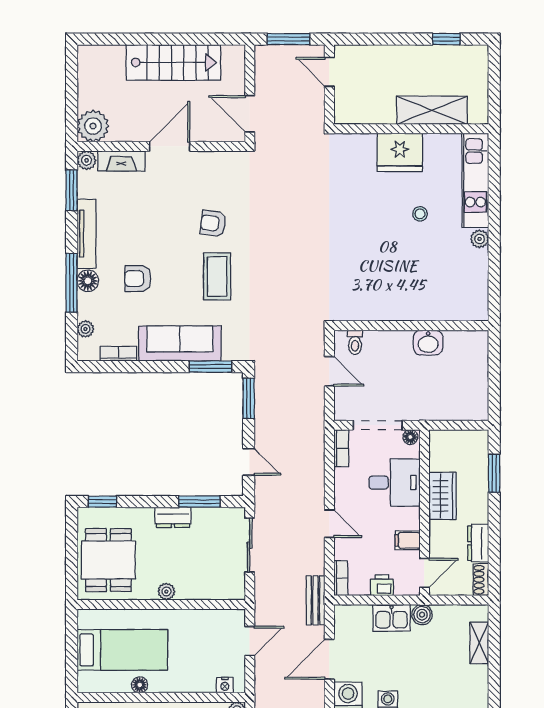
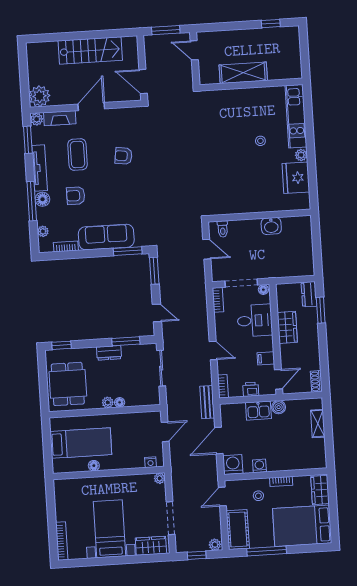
shelving: (432, 110) -> (243, 73), moved
fridge: (400, 152) -> (296, 178), moved, turned 90
coffee table: (217, 276) -> (78, 155), moved
dresser: (478, 543) -> (309, 294), moved
floor lamp: (184, 593) -> (120, 402), added

